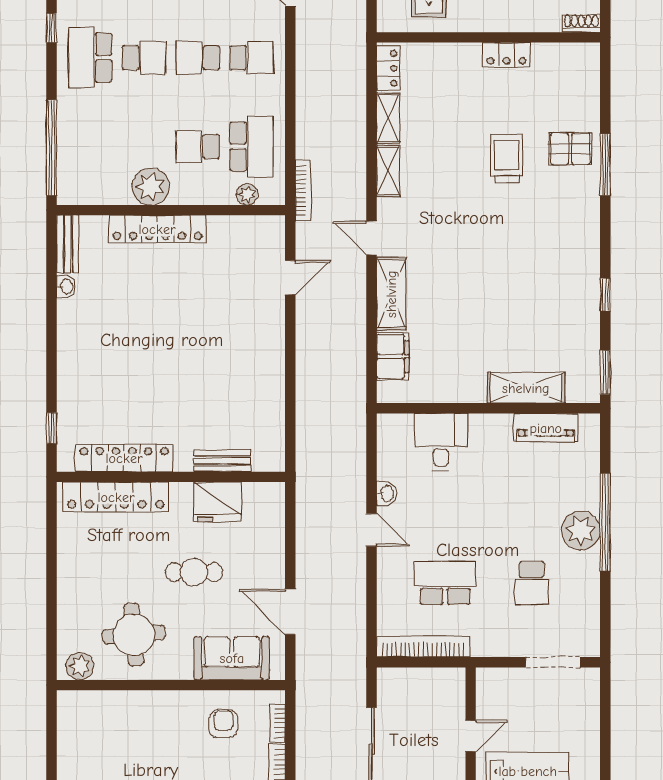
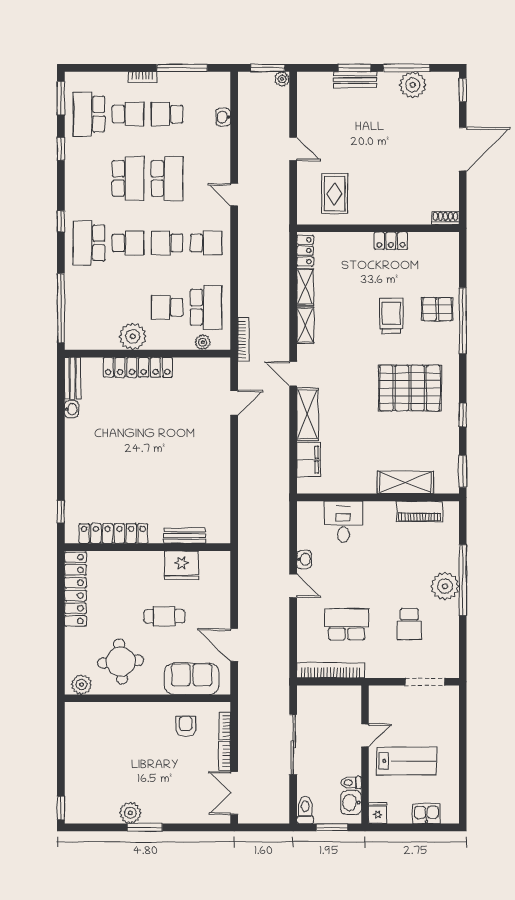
window: (605, 165) -> (463, 321), width x1.46
pallet: (532, 258) -> (410, 388), added
locker: (116, 497) -> (75, 589), moved, turned -90

